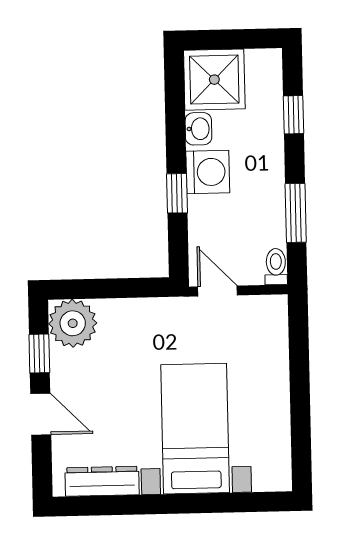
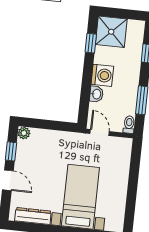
washbasin: (198, 129) -> (96, 94), moved
window: (177, 193) -> (91, 43), moved
plant: (73, 323) -> (24, 133), width x0.53, depth x0.53

